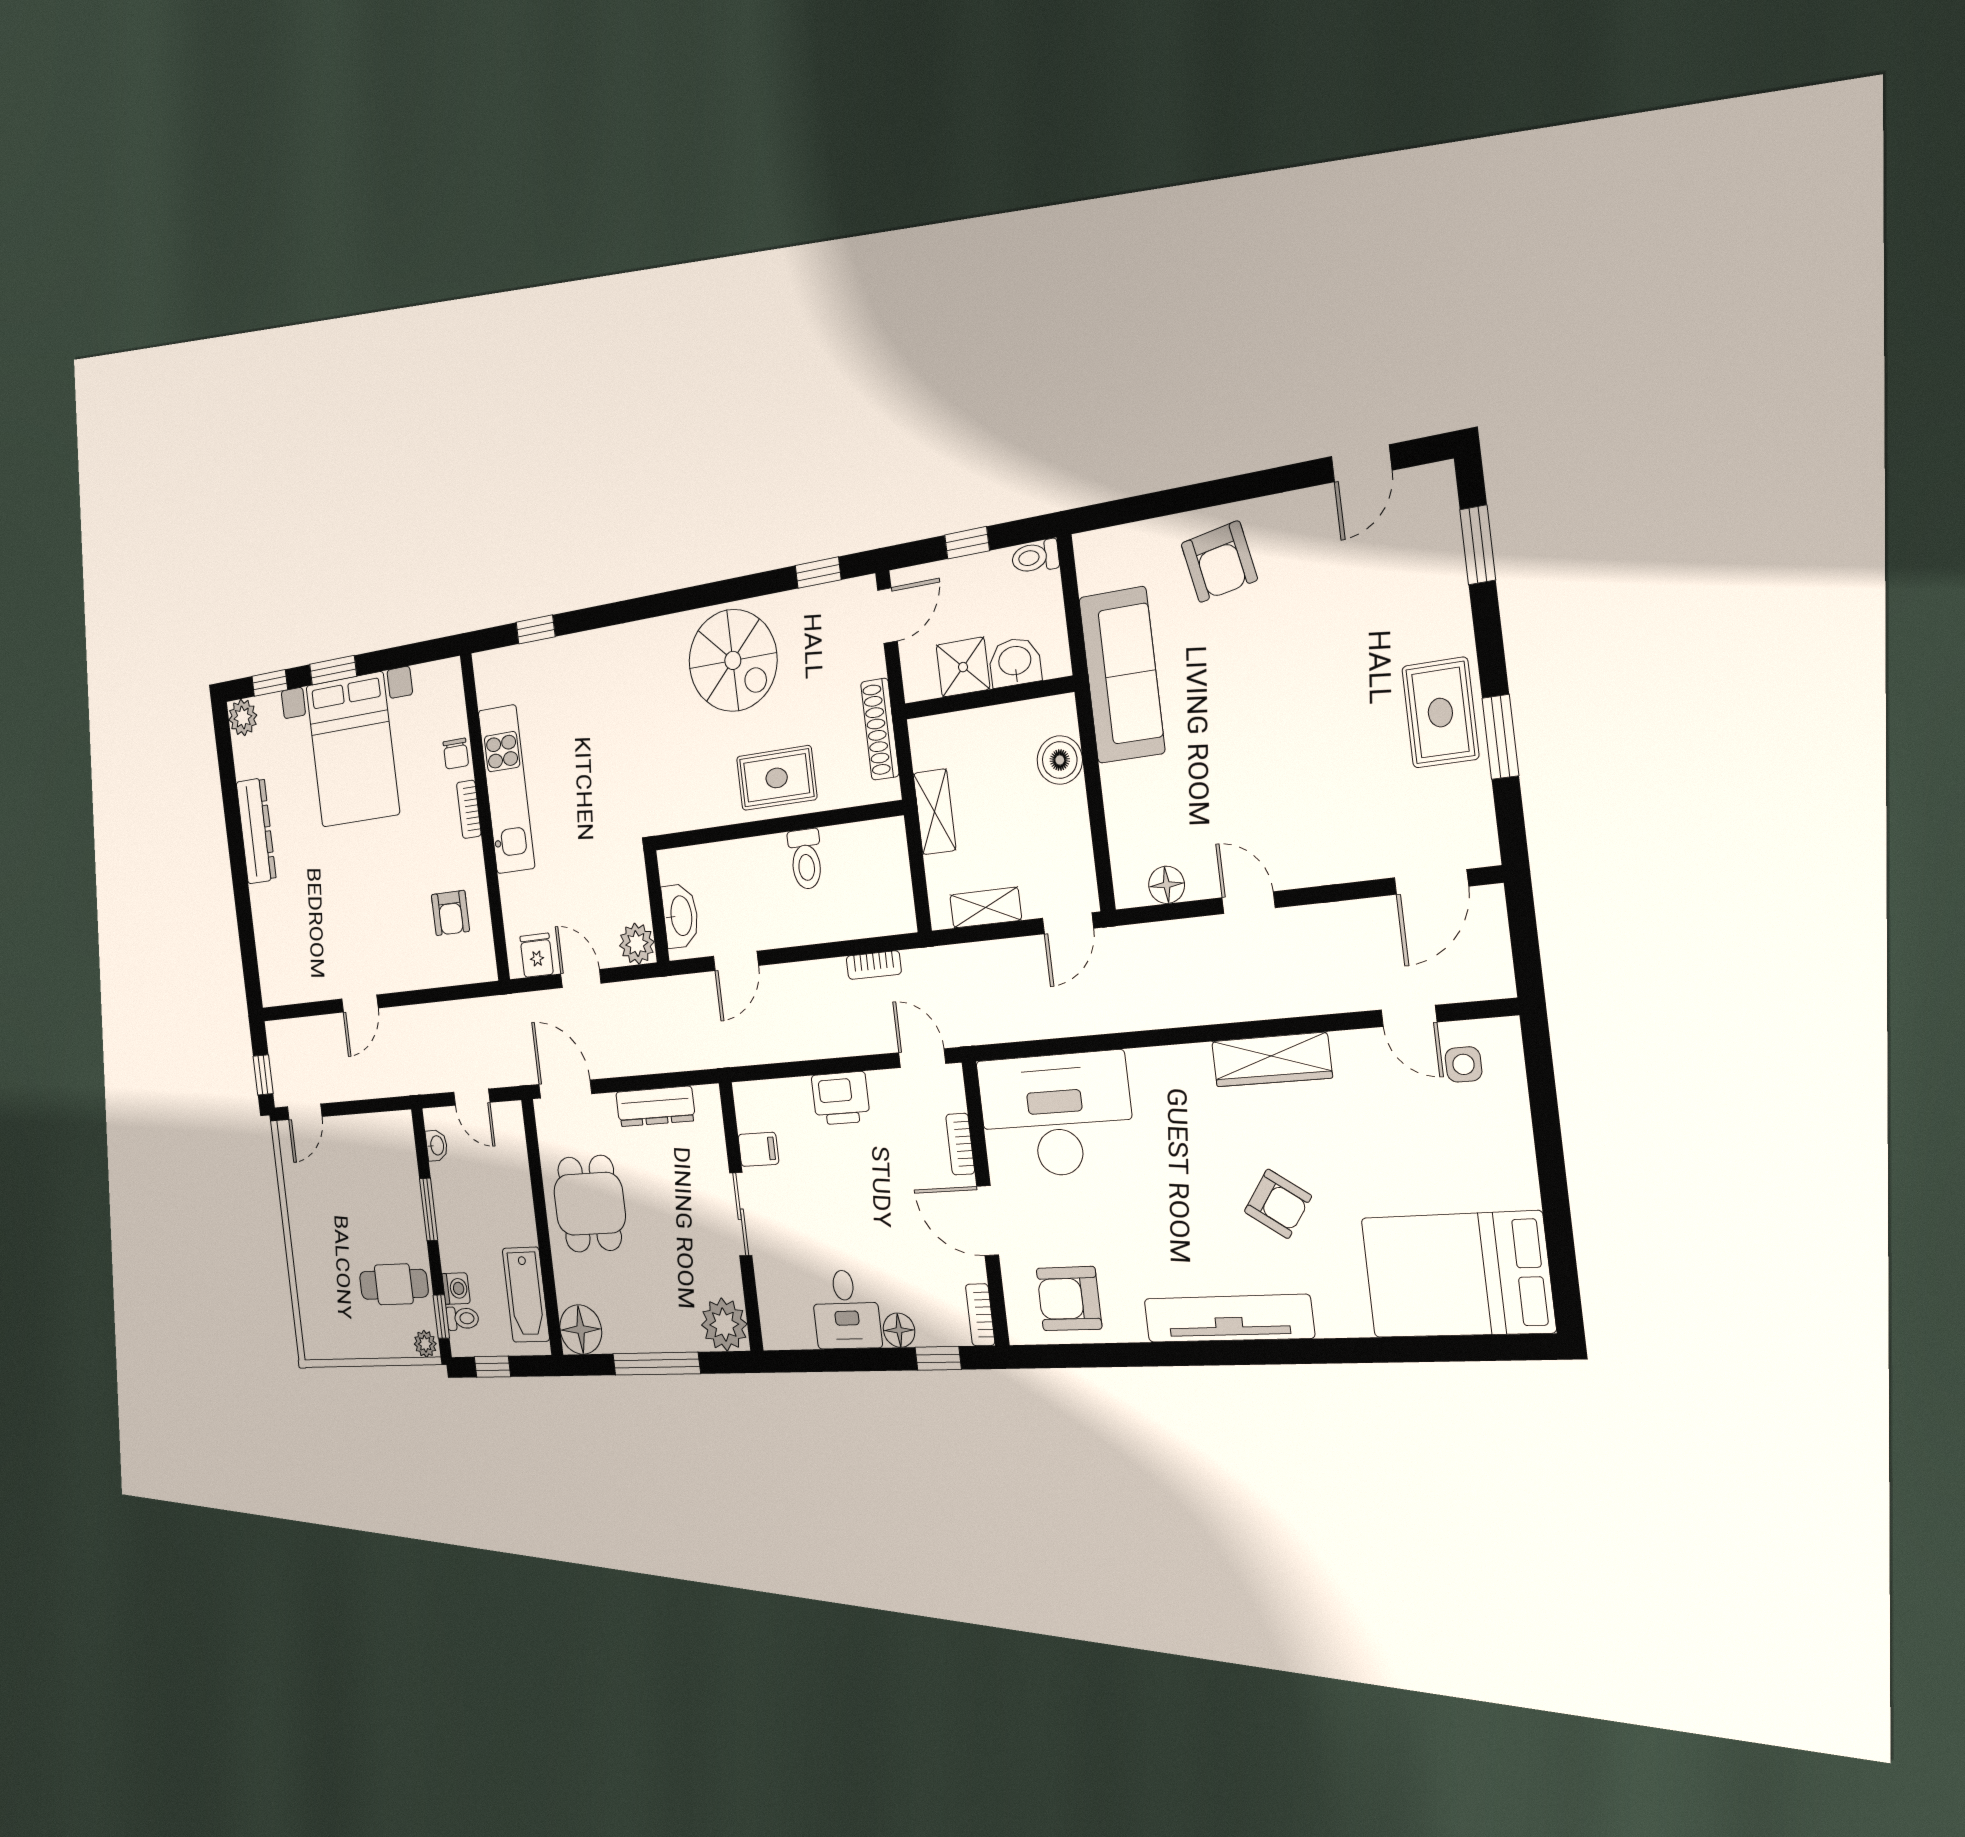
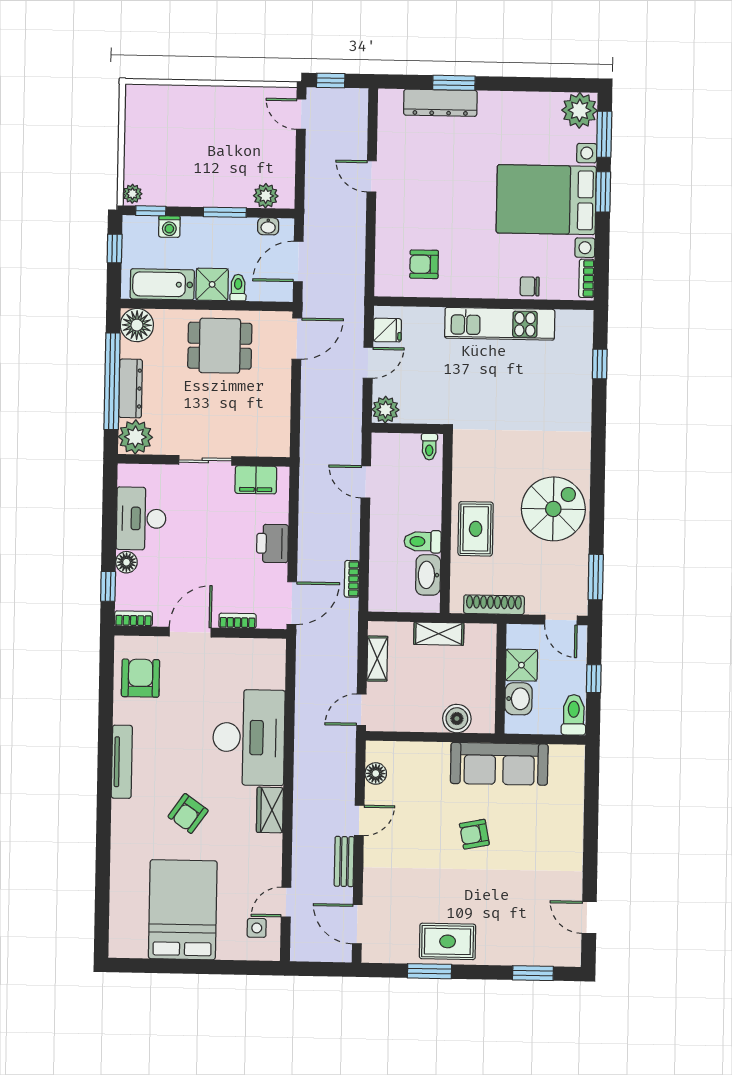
toilet: (1035, 557) -> (574, 715), width x1.37, depth x1.39
armchair: (1219, 562) -> (474, 834), moved, width x0.72, depth x0.72
window: (818, 573) -> (596, 577), width x1.50
spiral stairs: (733, 660) -> (553, 509), turned 180
window: (270, 683) -> (604, 134), width x1.50
plant: (243, 717) -> (580, 110), width x1.36, depth x1.36
bookcase: (469, 809) -> (587, 278), moved, turned -90
dresser: (256, 831) -> (440, 103), moved
toilet: (676, 869) -> (429, 447), added
window: (243, 904) -> (454, 83), added
washbasin: (680, 916) -> (428, 575), moved, turned 90
bench: (1323, 920) -> (344, 861), added
door: (1068, 923) -> (361, 710), hinge flipped
door: (922, 1058) -> (292, 603), width x1.38
wardrobe: (1272, 1060) -> (270, 810), width x0.67
door: (472, 1097) -> (298, 261), width x1.38
dresser: (655, 1106) -> (131, 388), moved, turned 180
desk: (1056, 1115) -> (249, 737), moved
filing cabinet: (758, 1149) -> (256, 480), width x2.00
plant: (402, 1152) -> (266, 196), added
shower: (516, 1221) -> (212, 284), added
bed: (1457, 1275) -> (183, 910), moved
cafe table: (394, 1284) -> (175, 173), removed
desk: (846, 1309) -> (141, 519), width x1.37
toilet: (463, 1318) -> (238, 288), moved, turned 180
tv unit: (1228, 1318) -> (122, 762), width x0.73, depth x0.78
window: (656, 1364) -> (112, 381), width x1.46

